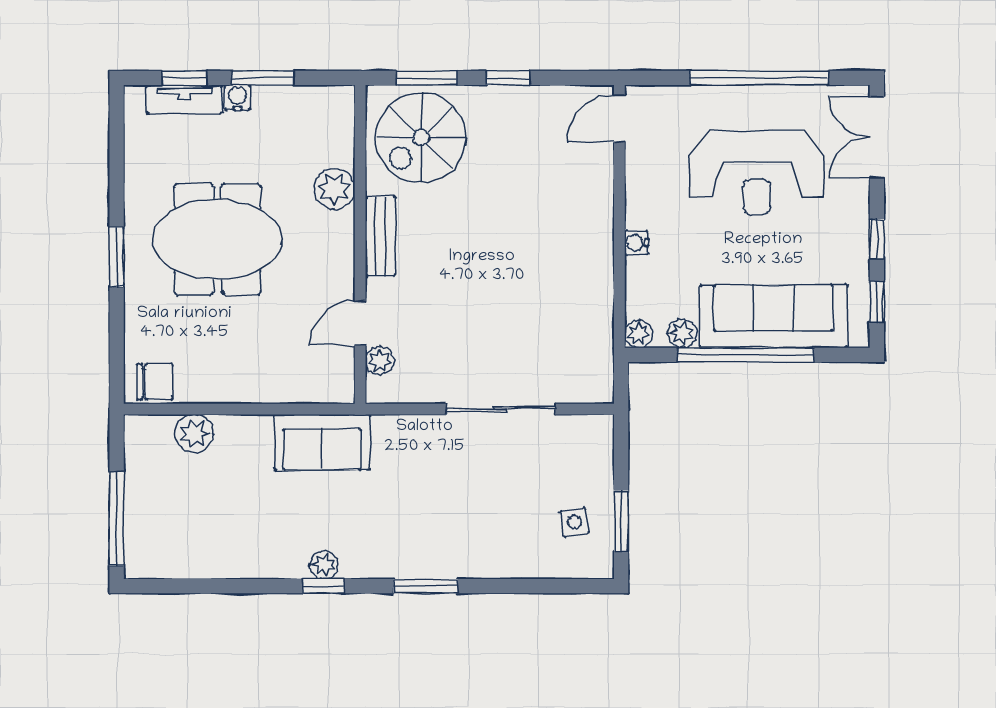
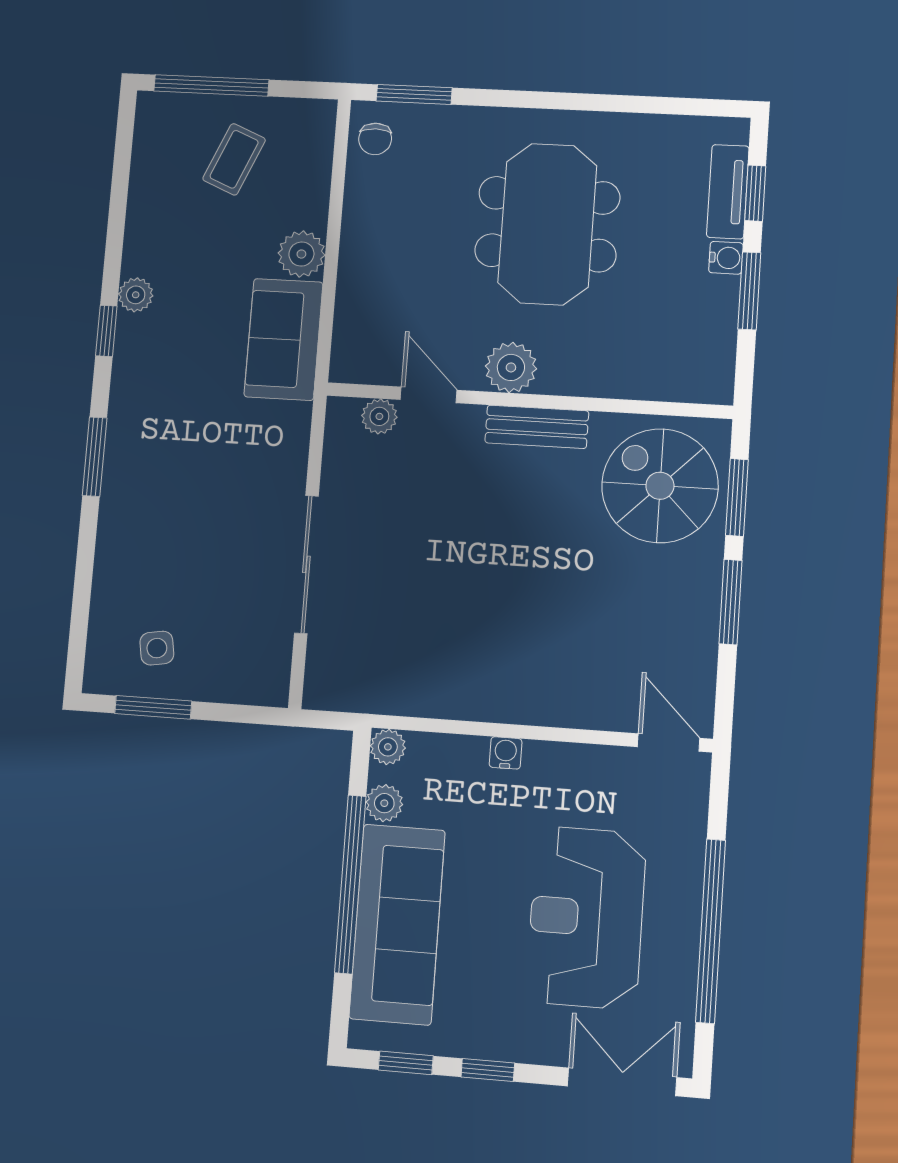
window: (508, 78) -> (731, 602), width x1.50
plant: (334, 189) -> (511, 367), moved
window: (117, 257) -> (414, 94), moved
chair: (155, 382) -> (375, 139), width x0.73, depth x0.73
plant: (194, 434) -> (301, 254), moved
coffee table: (177, 495) -> (234, 159), added
plant: (324, 565) -> (136, 295), moved

